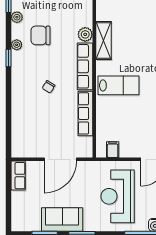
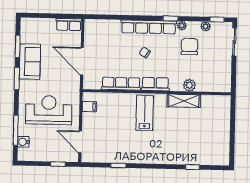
row of seats: (85, 66) -> (155, 84), width x0.68
row of seats: (19, 83) -> (149, 27), added
lab bench: (118, 85) -> (145, 113), turned 180

